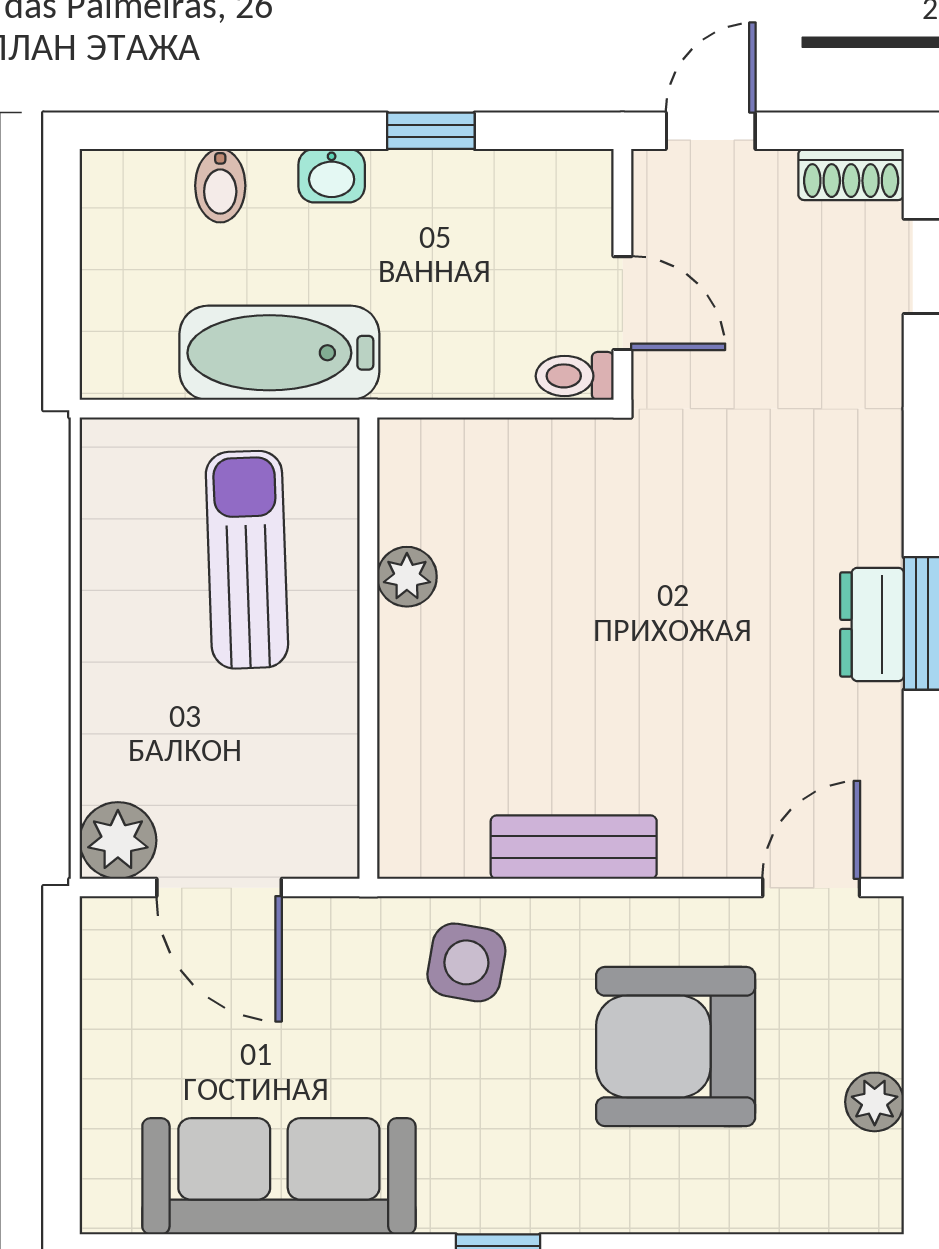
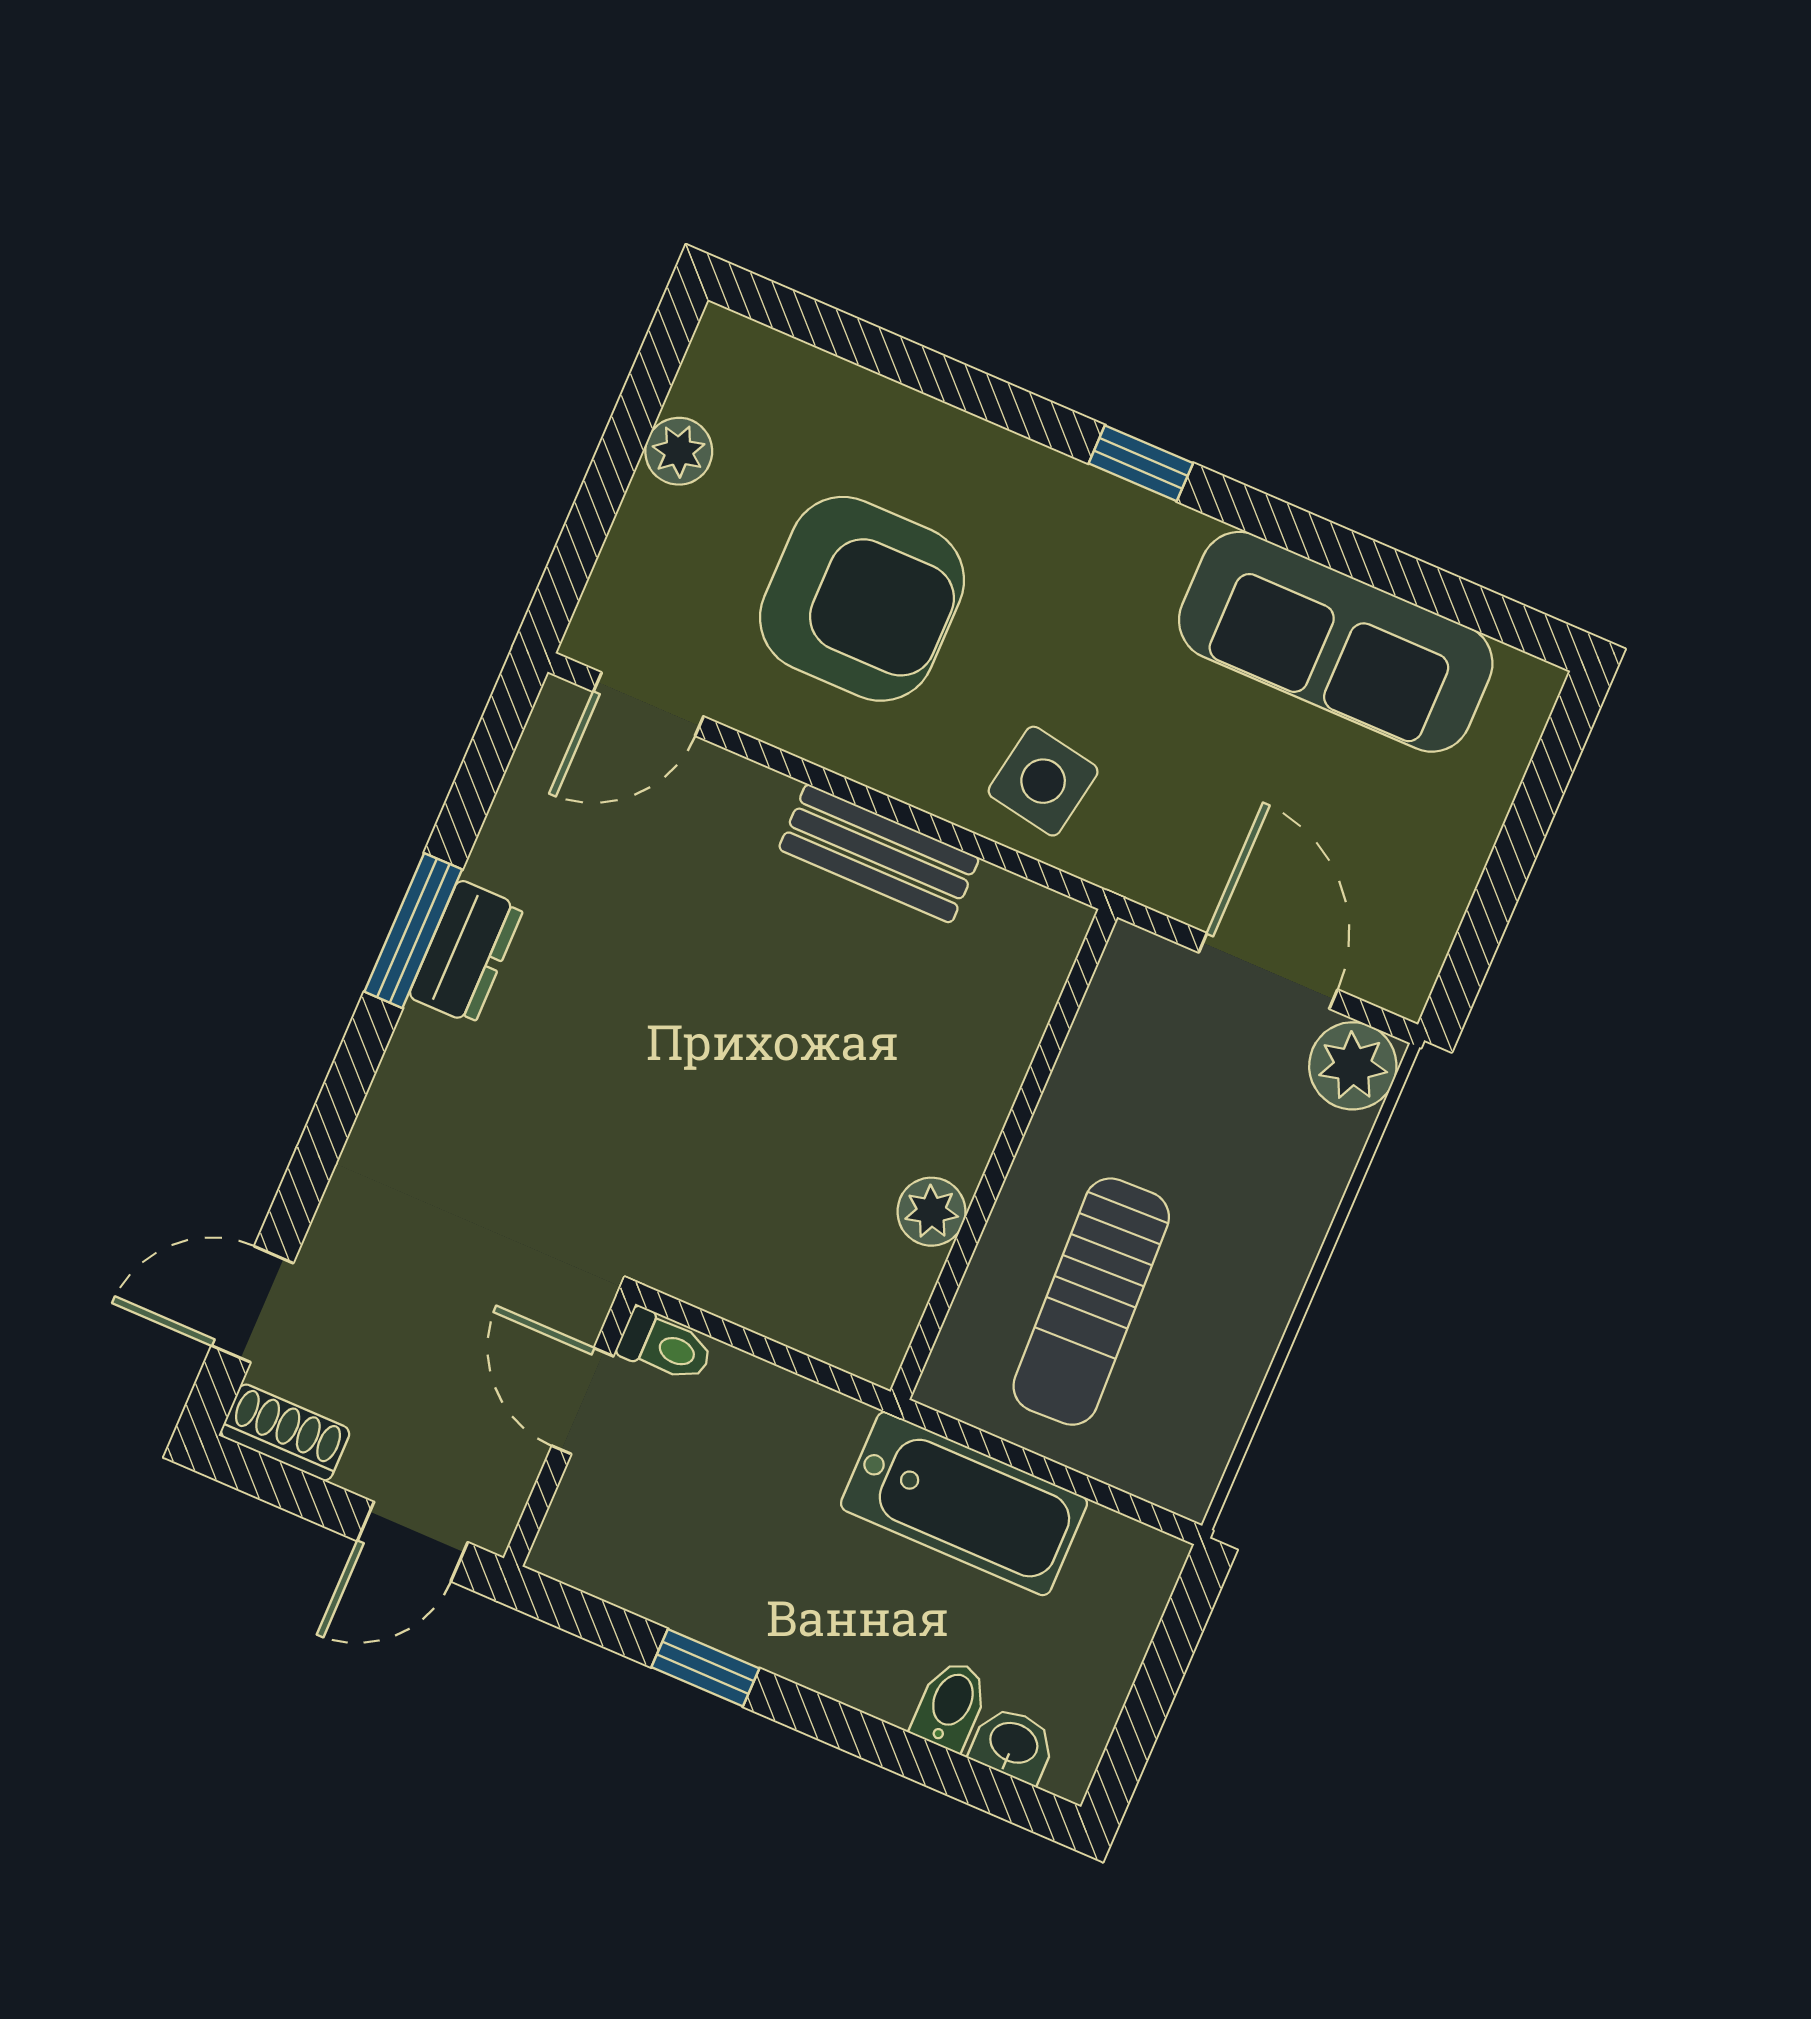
washbasin: (332, 176) -> (1013, 1744), moved

